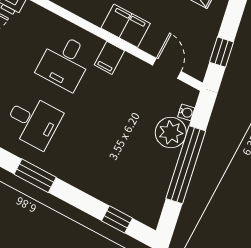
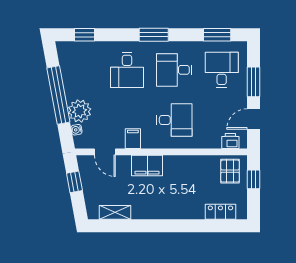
filing cabinet: (109, 58) -> (133, 139), moved
desk: (65, 62) -> (174, 120), turned 90
desk: (89, 151) -> (127, 70), added

